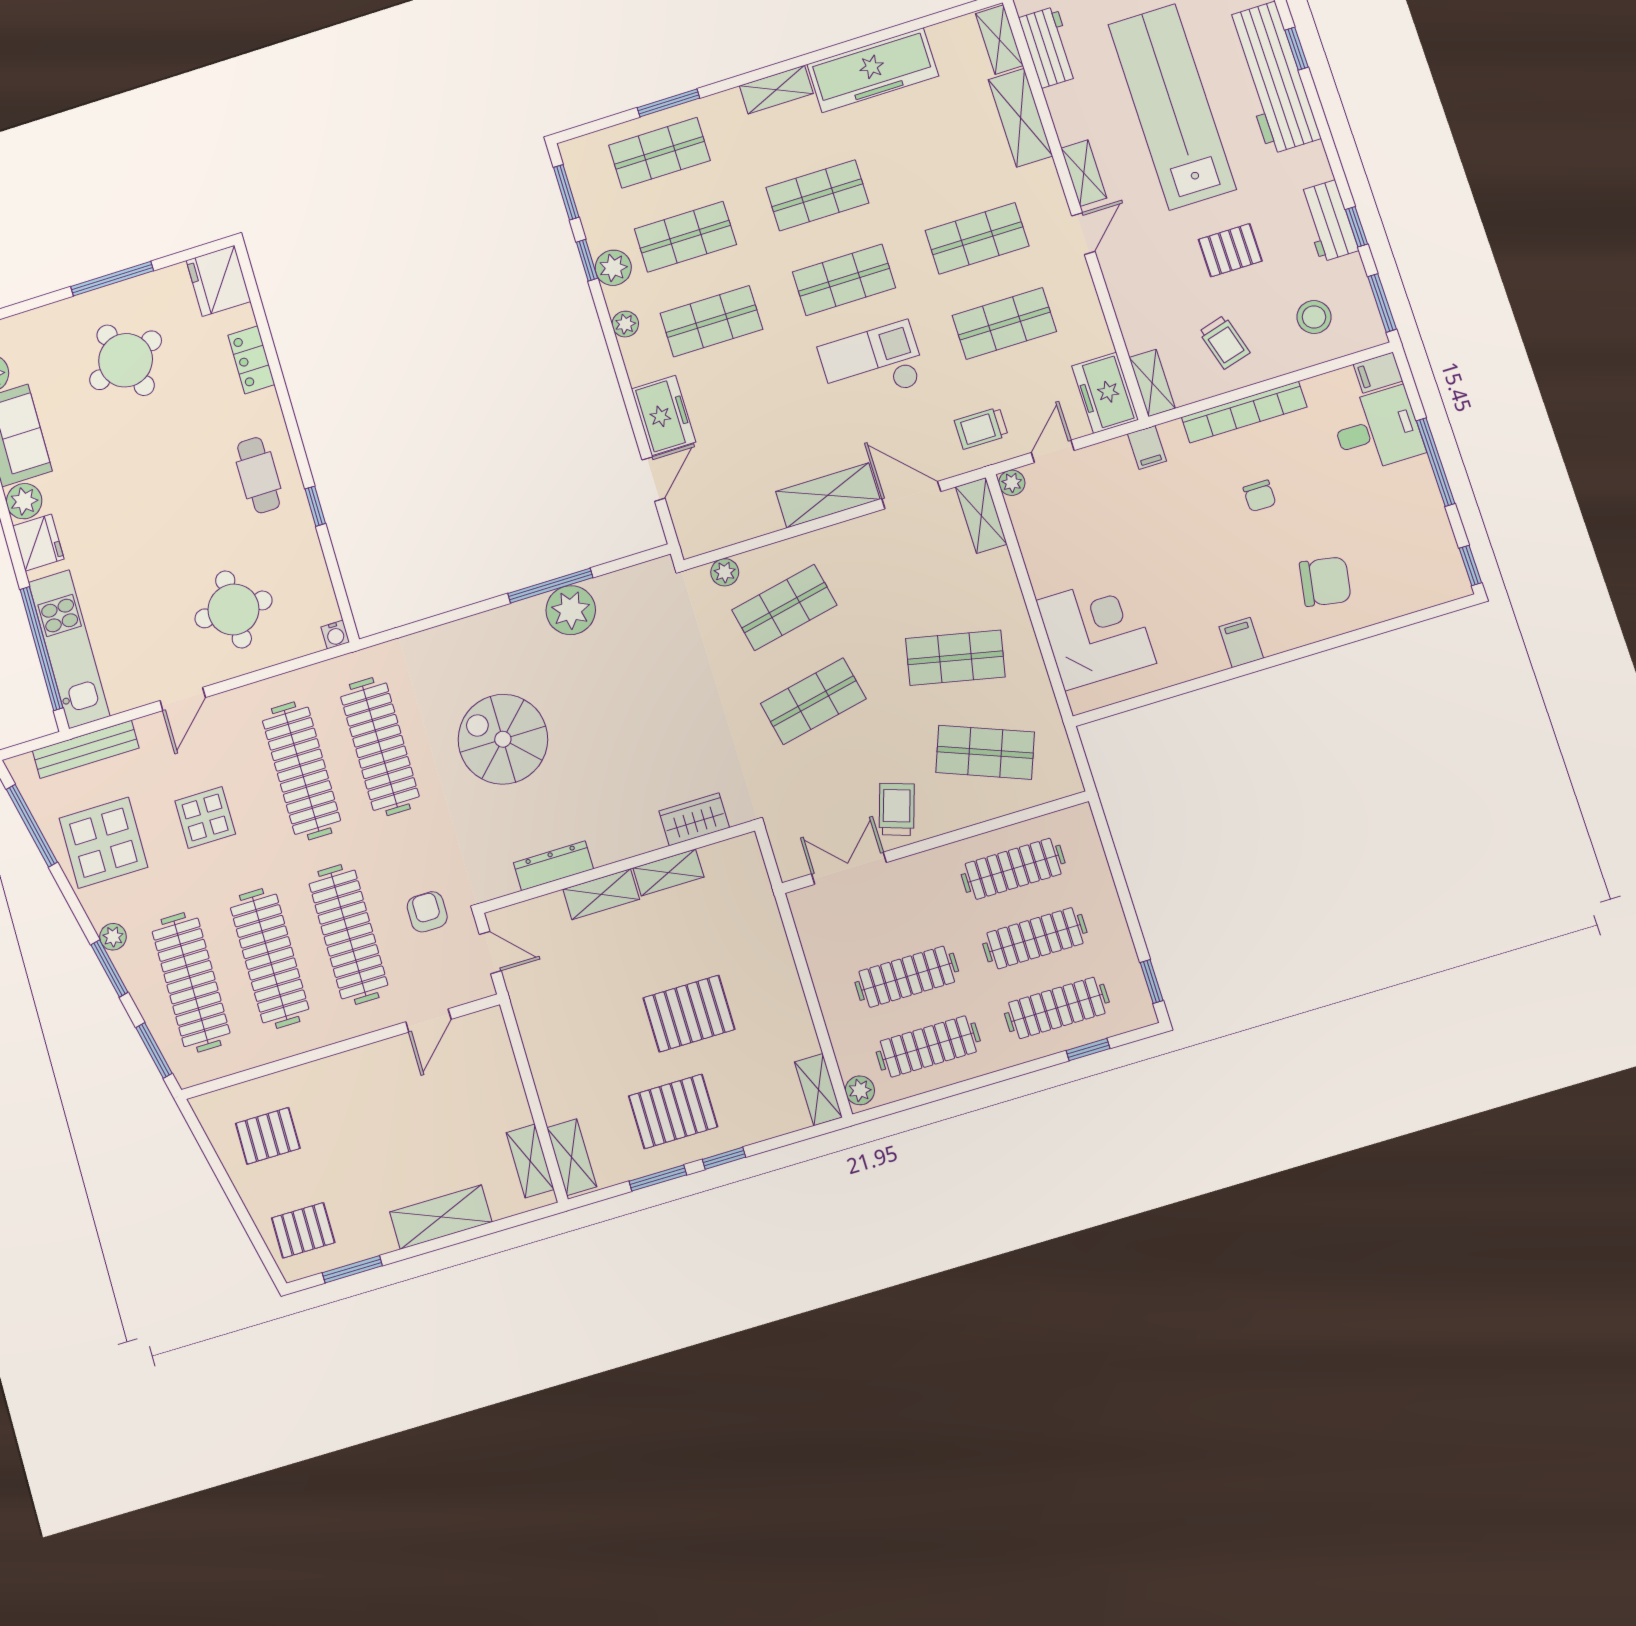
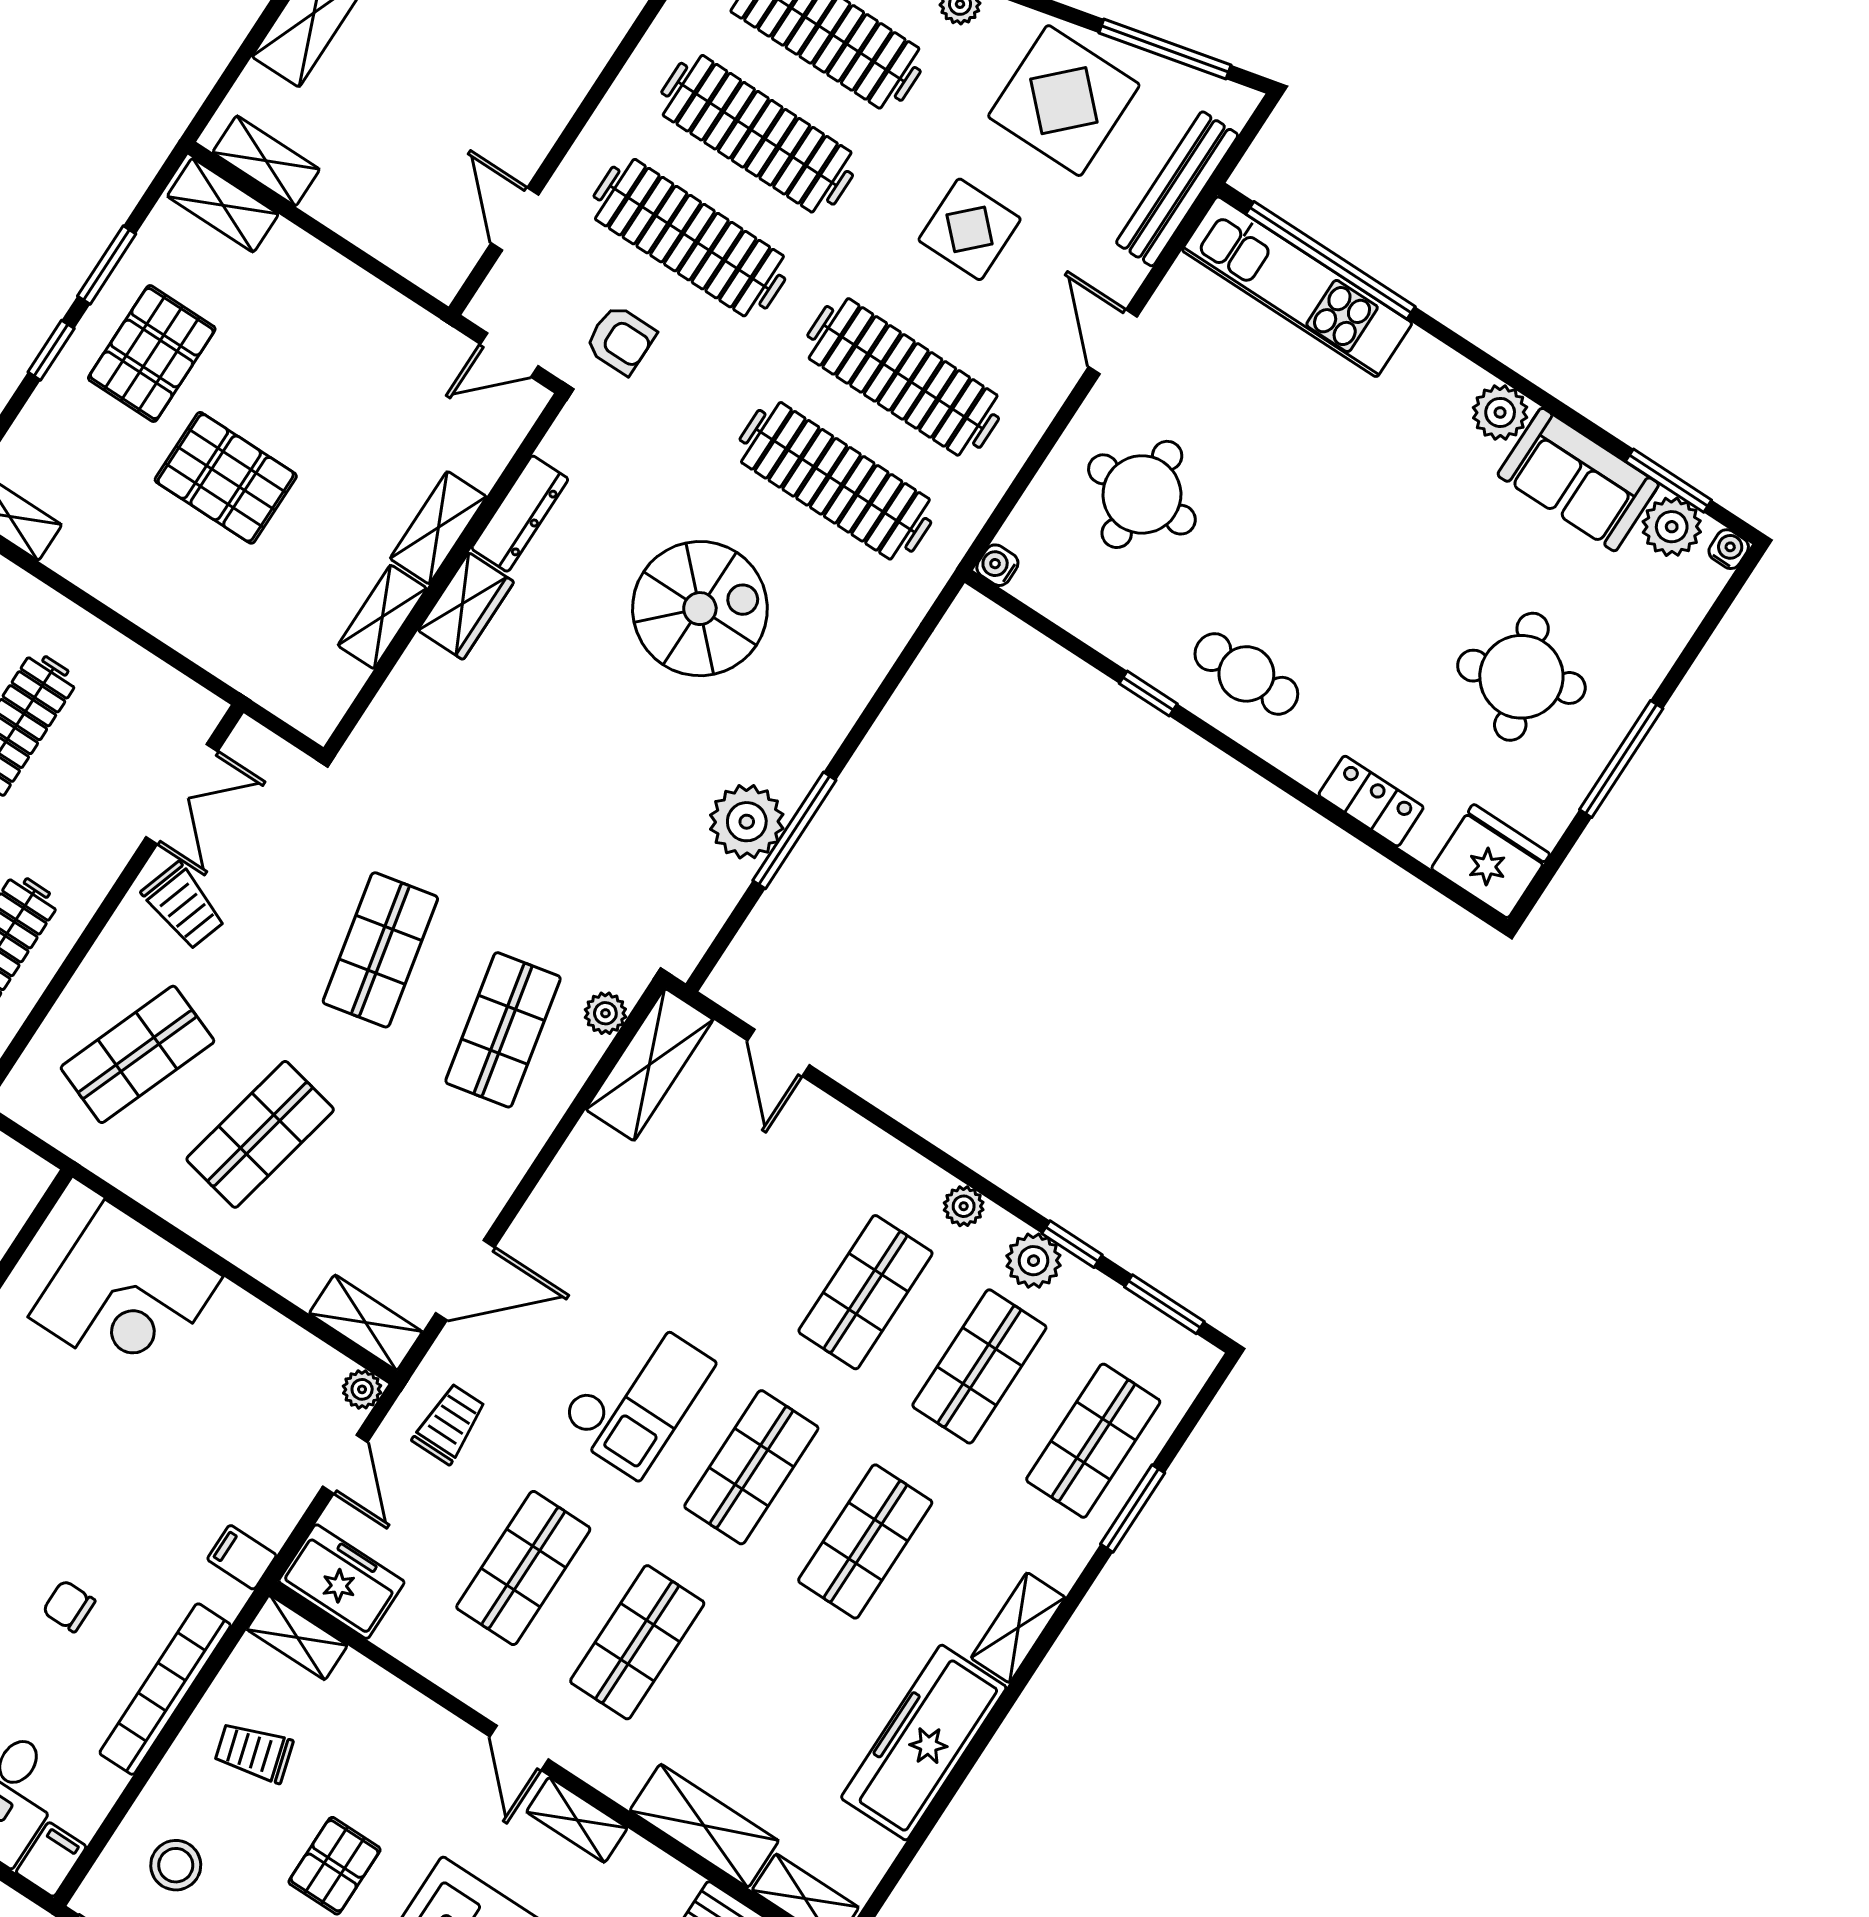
freezer: (664, 415) -> (829, 1136), removed
shelving: (828, 495) -> (649, 1065), moved
fridge: (38, 543) -> (1441, 379), removed
wardrobe: (694, 819) -> (466, 606), moved
pallet: (689, 1014) -> (226, 478), turned 90

